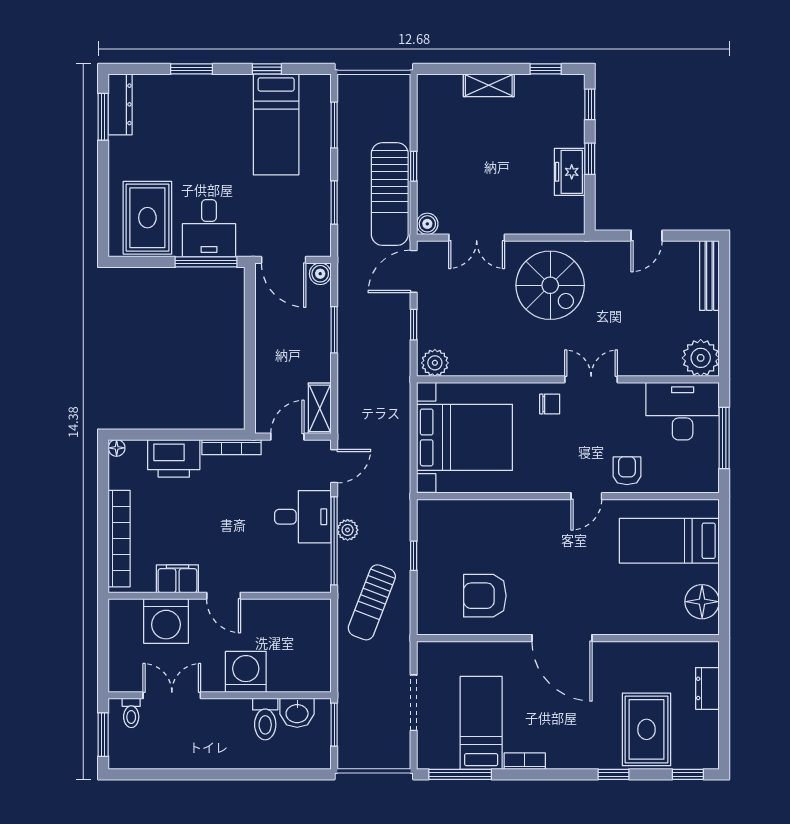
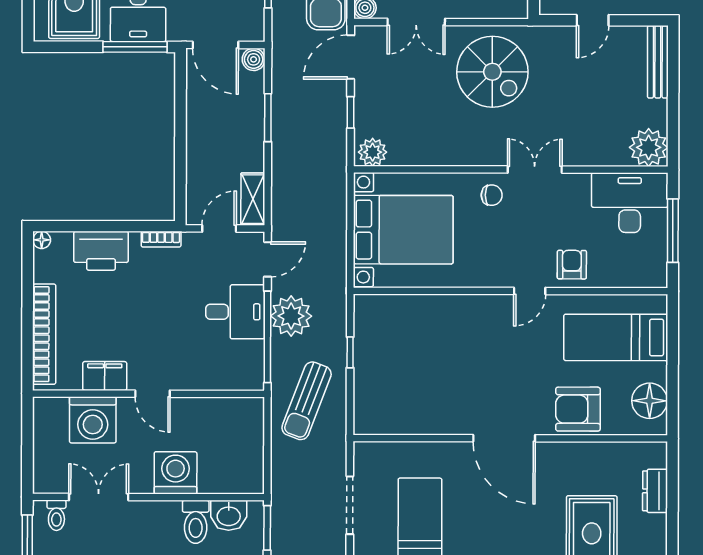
bookcase: (231, 447) -> (161, 239), width x0.64
plant: (348, 530) -> (291, 316), width x1.88, depth x1.88
armchair: (485, 596) -> (578, 409), moved

